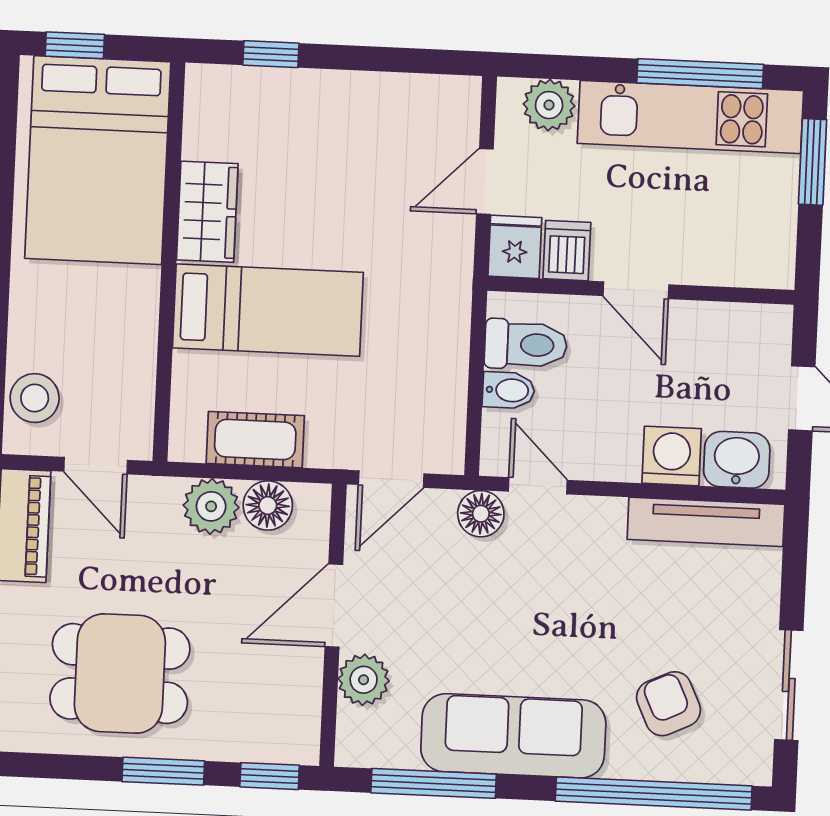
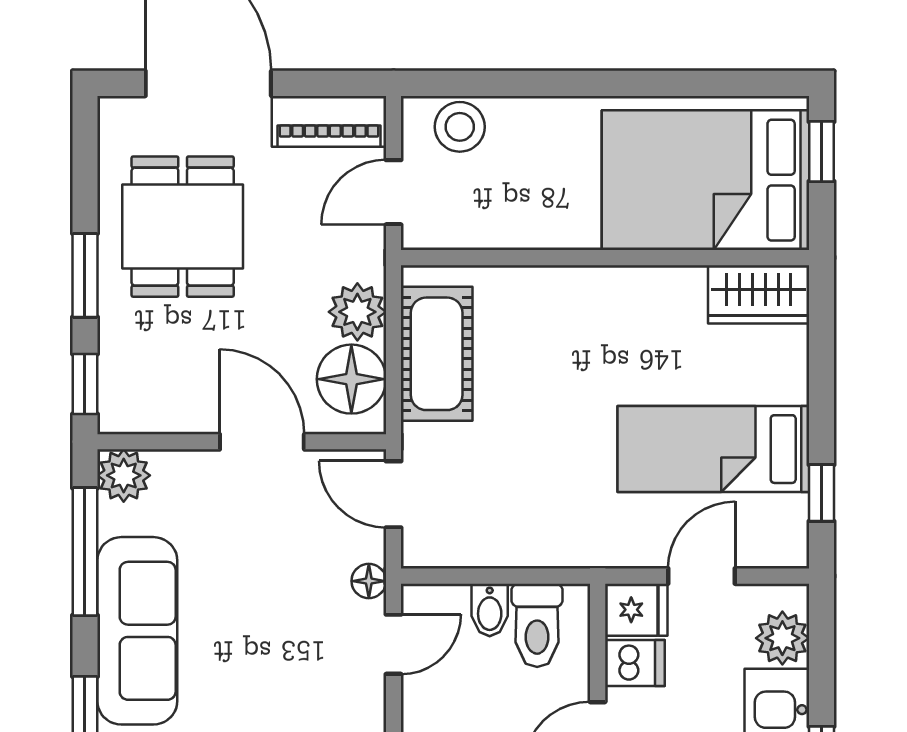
window: (271, 54) -> (821, 493), moved
door: (485, 181) -> (702, 576), hinge flipped
wardrobe: (207, 212) -> (759, 294), moved
bed: (268, 310) -> (713, 449), moved, turned 90
cot: (255, 440) -> (437, 354), width x1.37, depth x1.34
floor lamp: (268, 506) -> (351, 379), width x1.38, depth x1.38
floor lamp: (481, 514) -> (369, 581), width x0.73, depth x0.73
plant: (364, 680) -> (124, 475), moved

